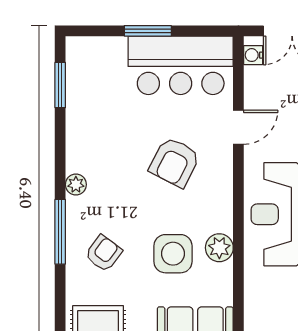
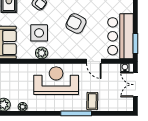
window: (148, 31) -> (135, 43), moved
armchair: (175, 162) -> (76, 24), moved

